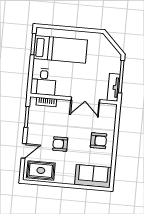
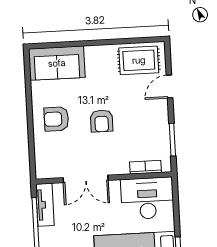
desk: (43, 82) -> (147, 198), width x1.37
double door: (85, 100) -> (86, 179), swing flipped
armchair: (60, 144) -> (102, 121), moved, turned 90

